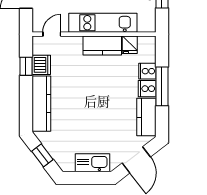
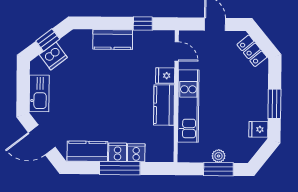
fridge: (130, 45) -> (165, 76), moved
dishwasher: (41, 65) -> (53, 56), moved, turned -37
kitchen counter: (41, 104) -> (113, 40), width x0.67

